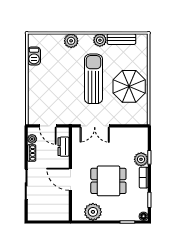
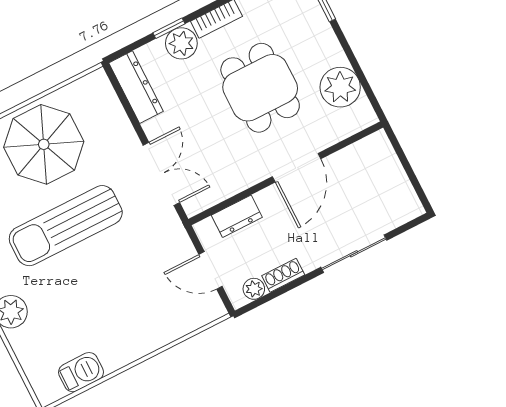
door: (48, 126) -> (211, 270), swing flipped
dresser: (133, 133) -> (136, 87), added

